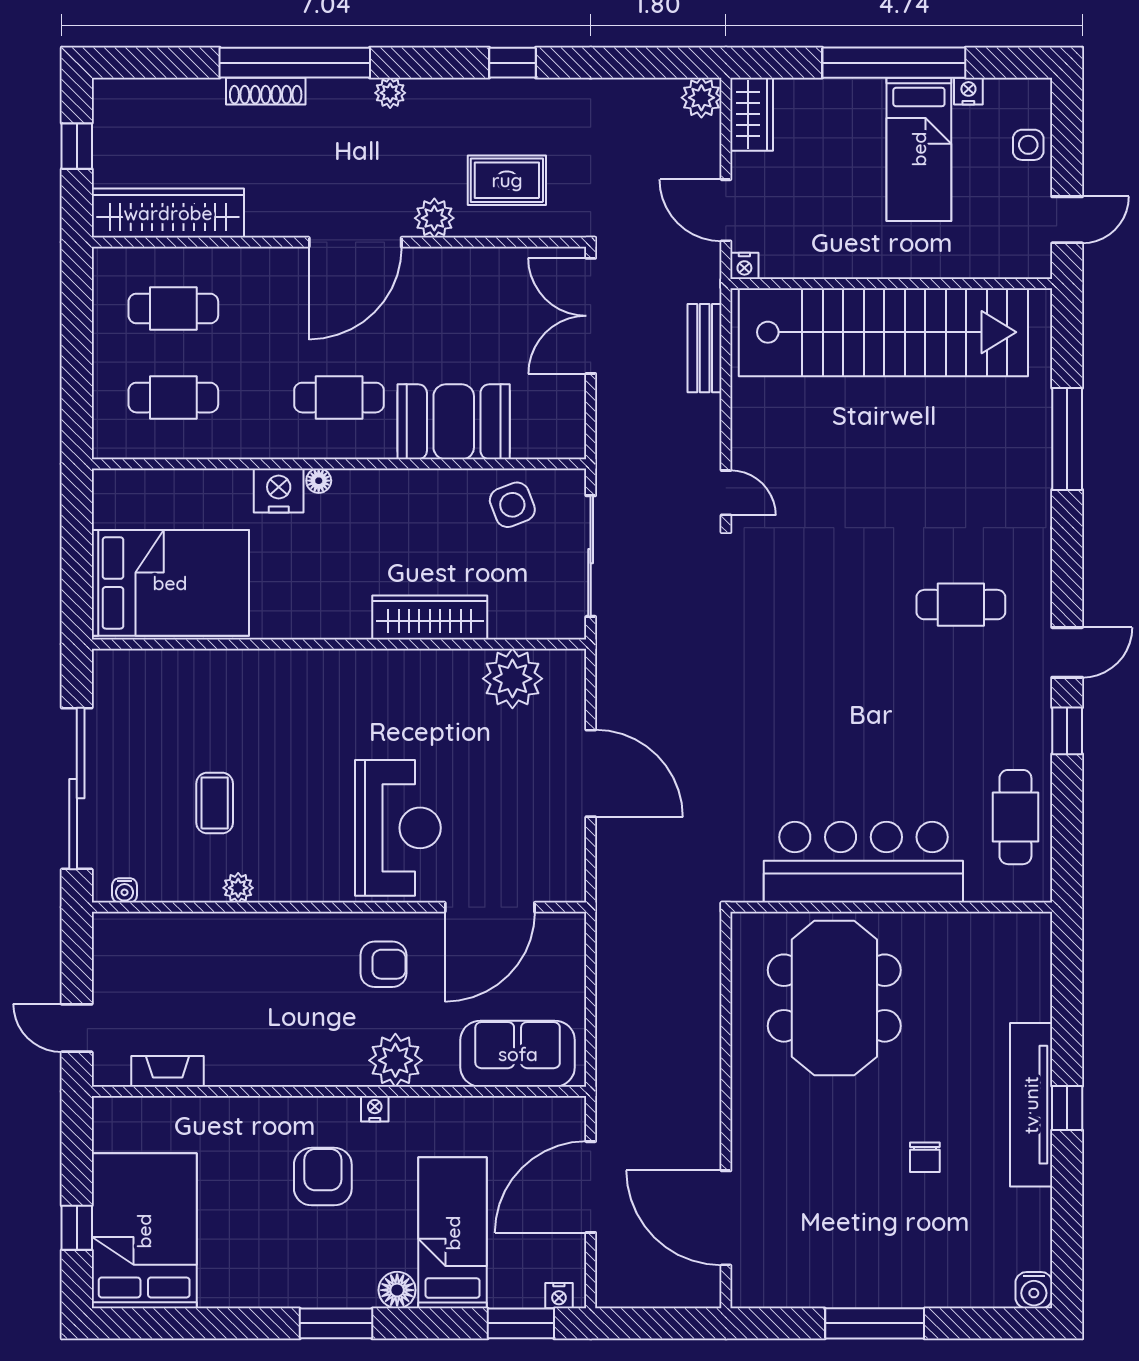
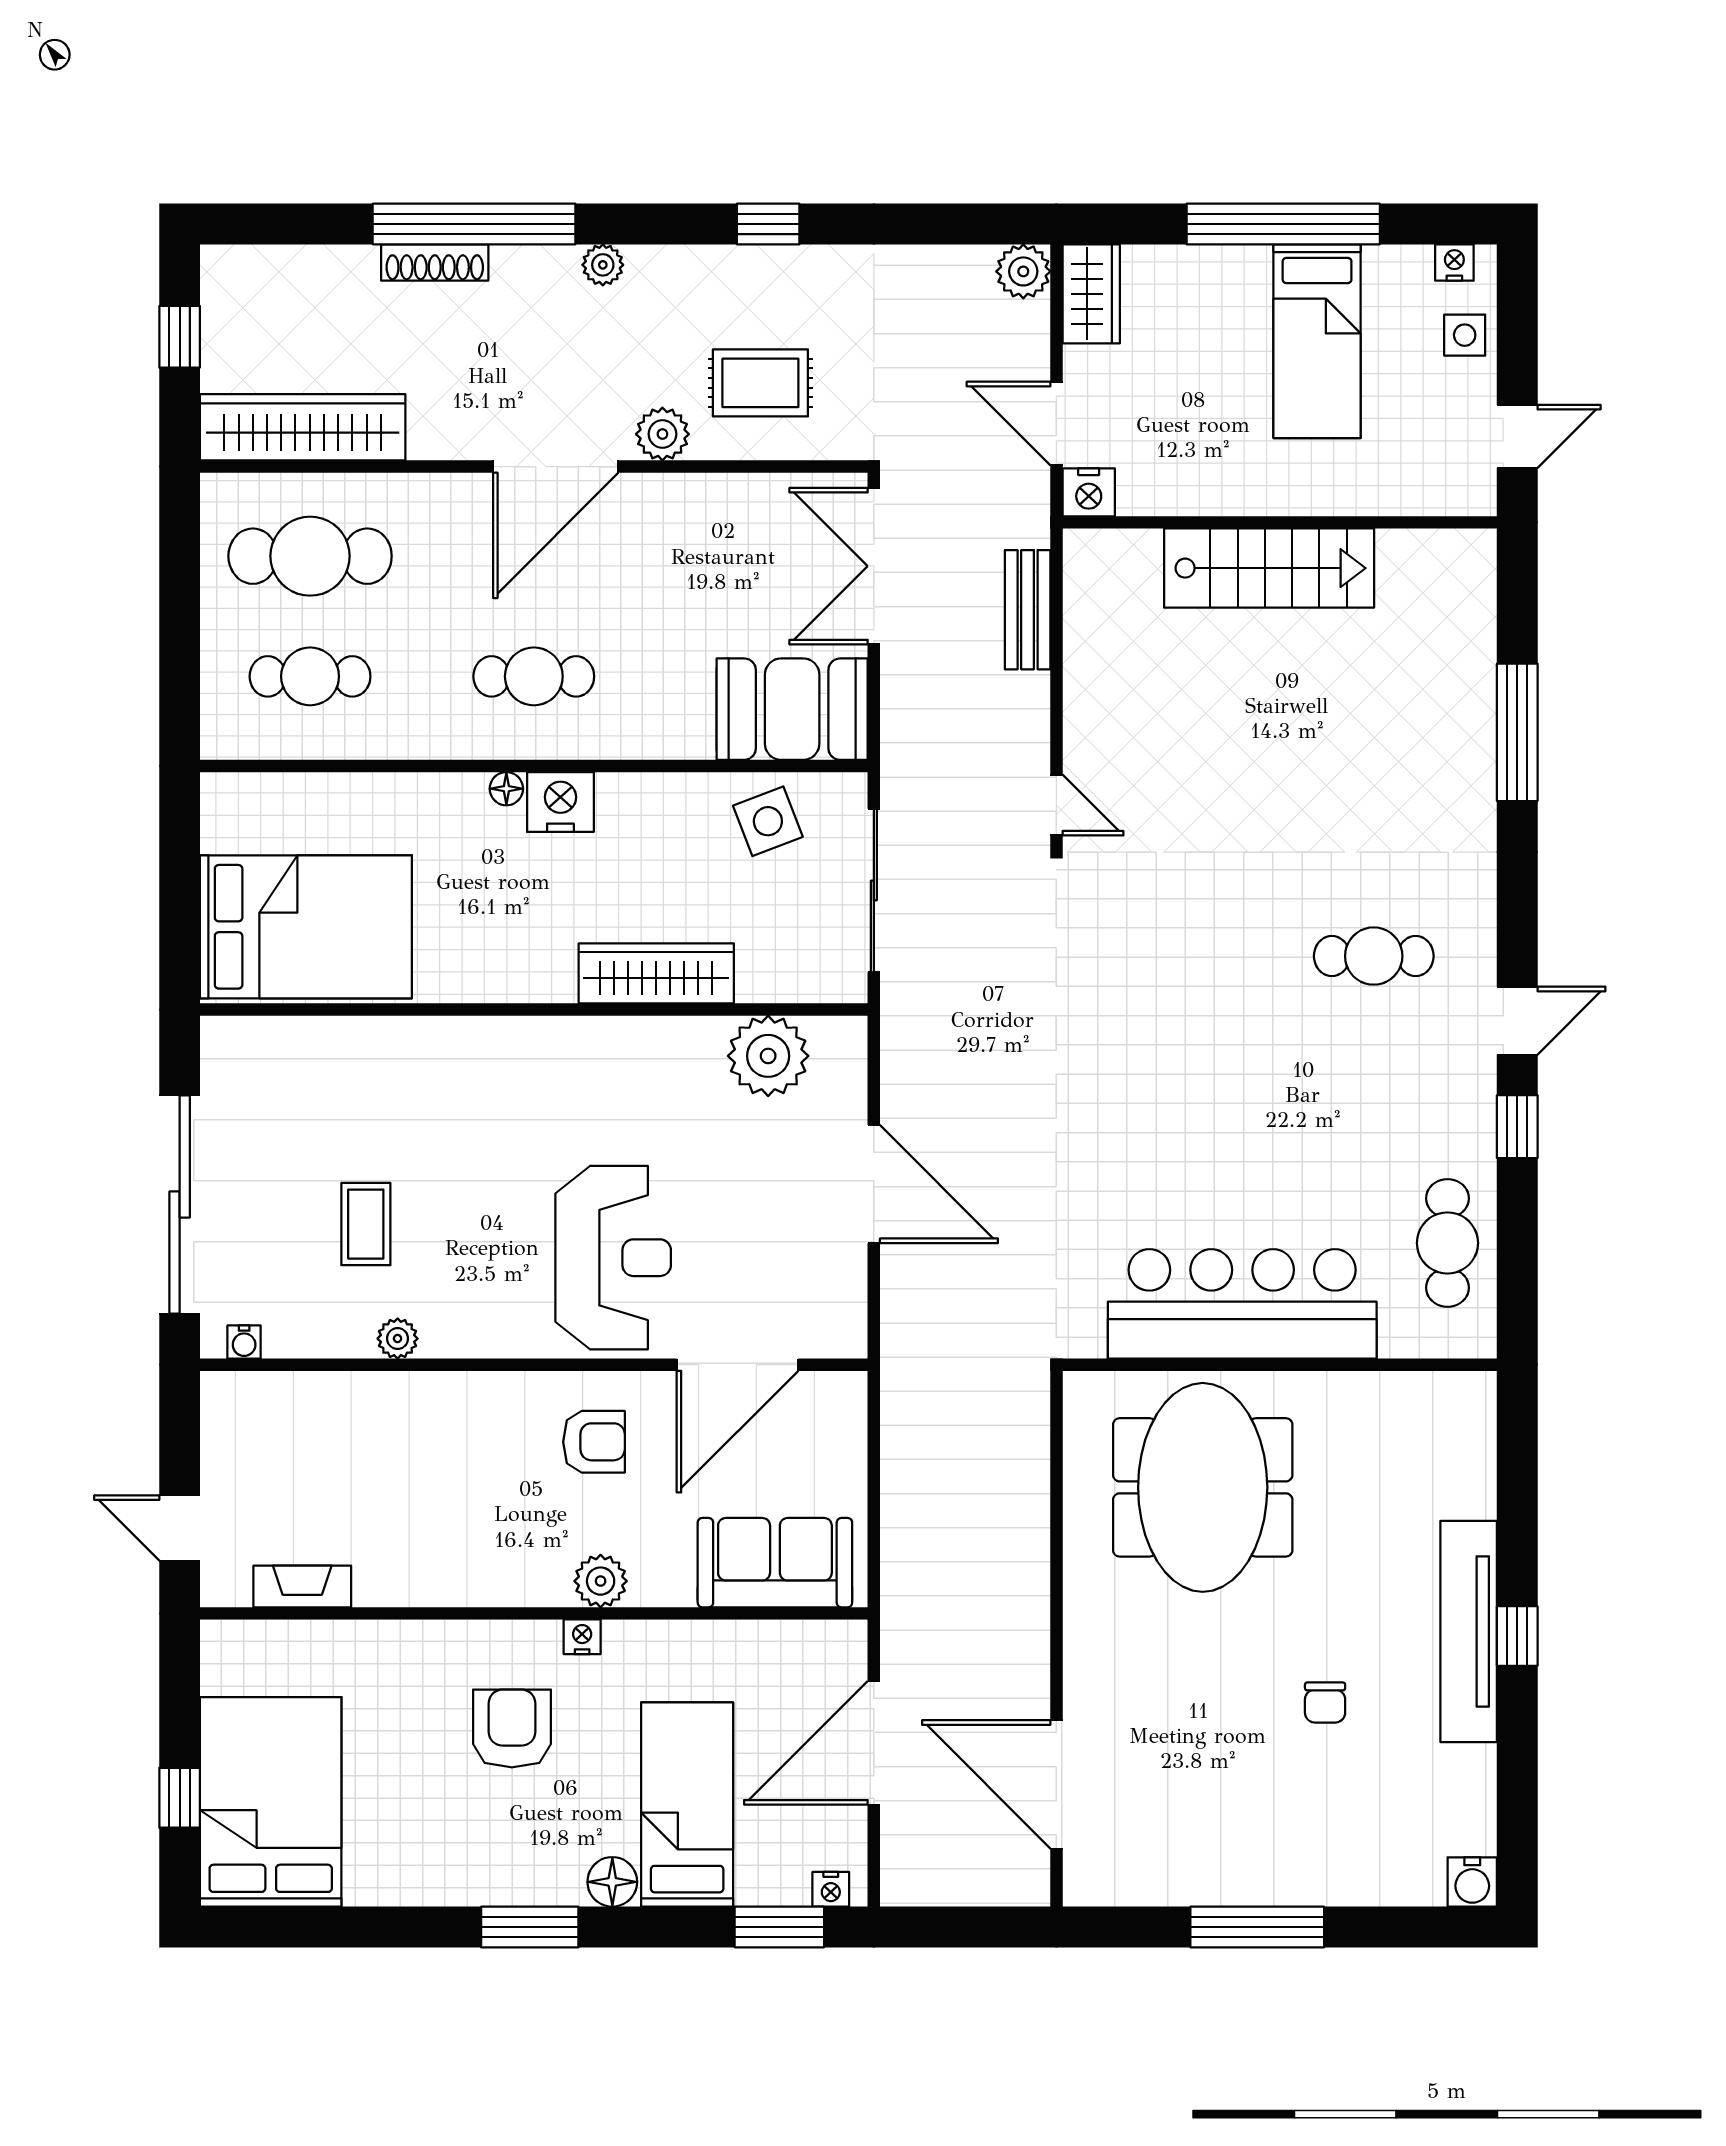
nightstand: (968, 91) -> (1454, 262), moved
nightstand: (744, 266) -> (1089, 492), width x1.39, depth x1.35
cafe table: (173, 309) -> (310, 556), width x1.37, depth x1.35
stairs: (883, 332) -> (1269, 568), width x0.54, depth x0.66
booth: (454, 422) -> (792, 709), moved
nightstand: (279, 491) -> (560, 802), moved
plant: (395, 1060) -> (601, 1581), width x0.73, depth x0.73

